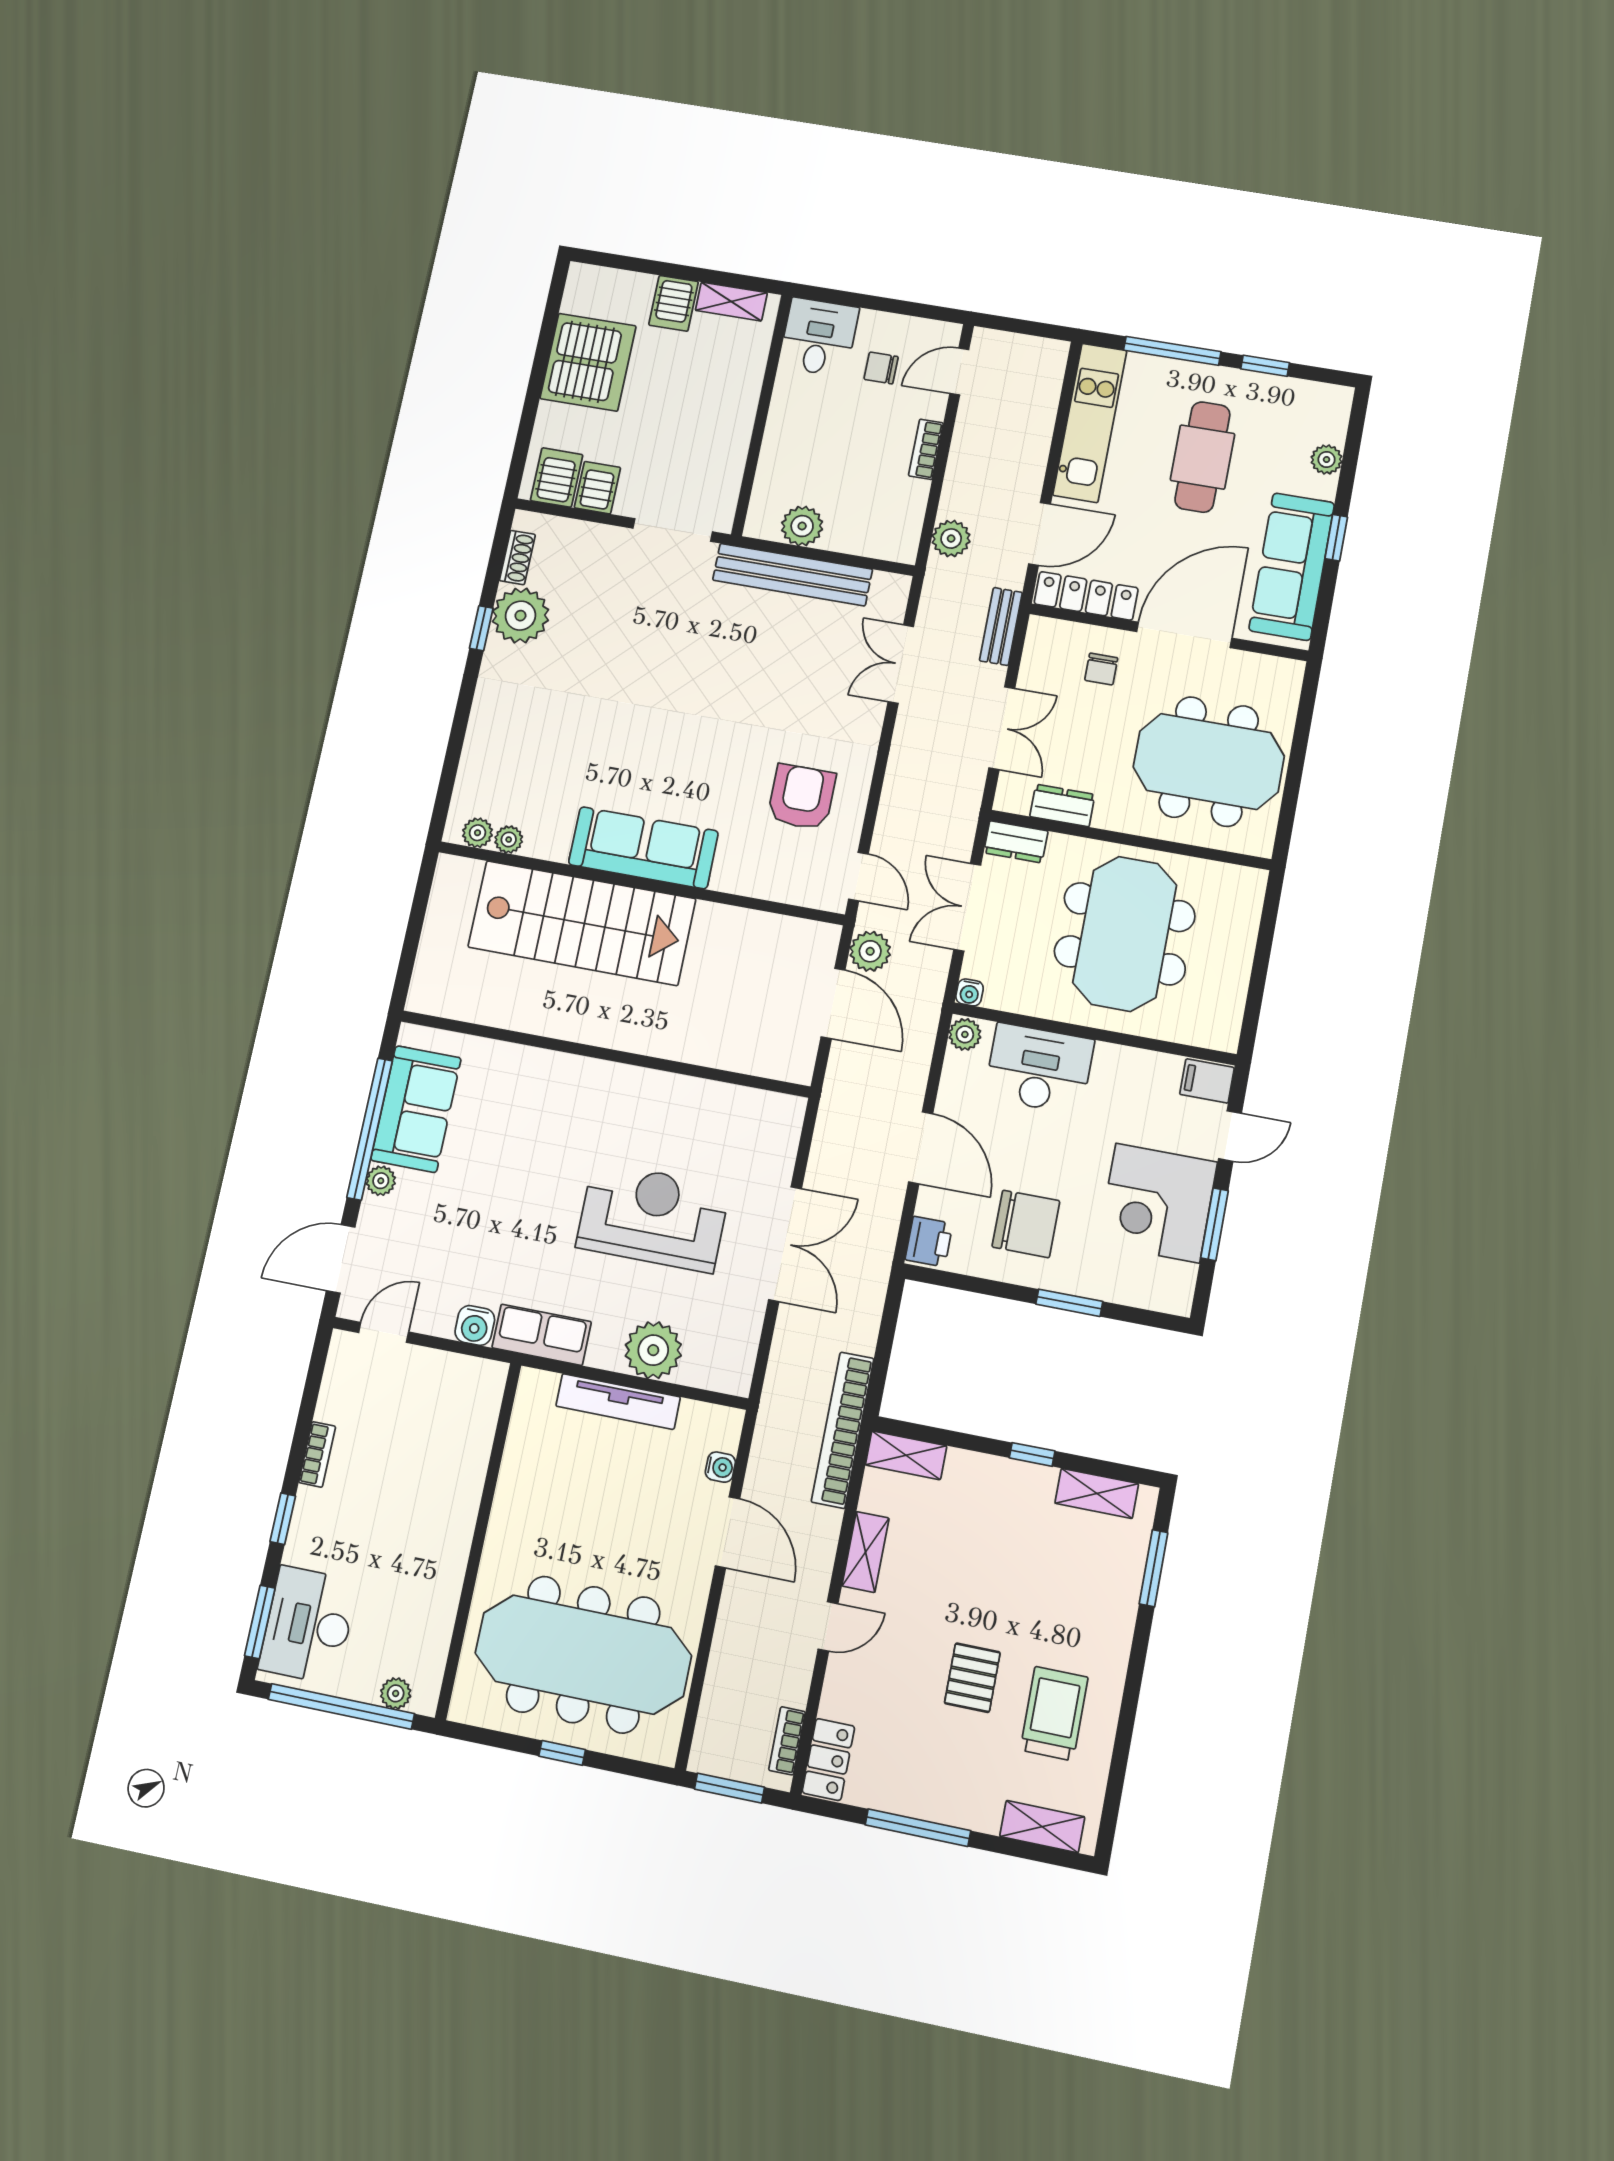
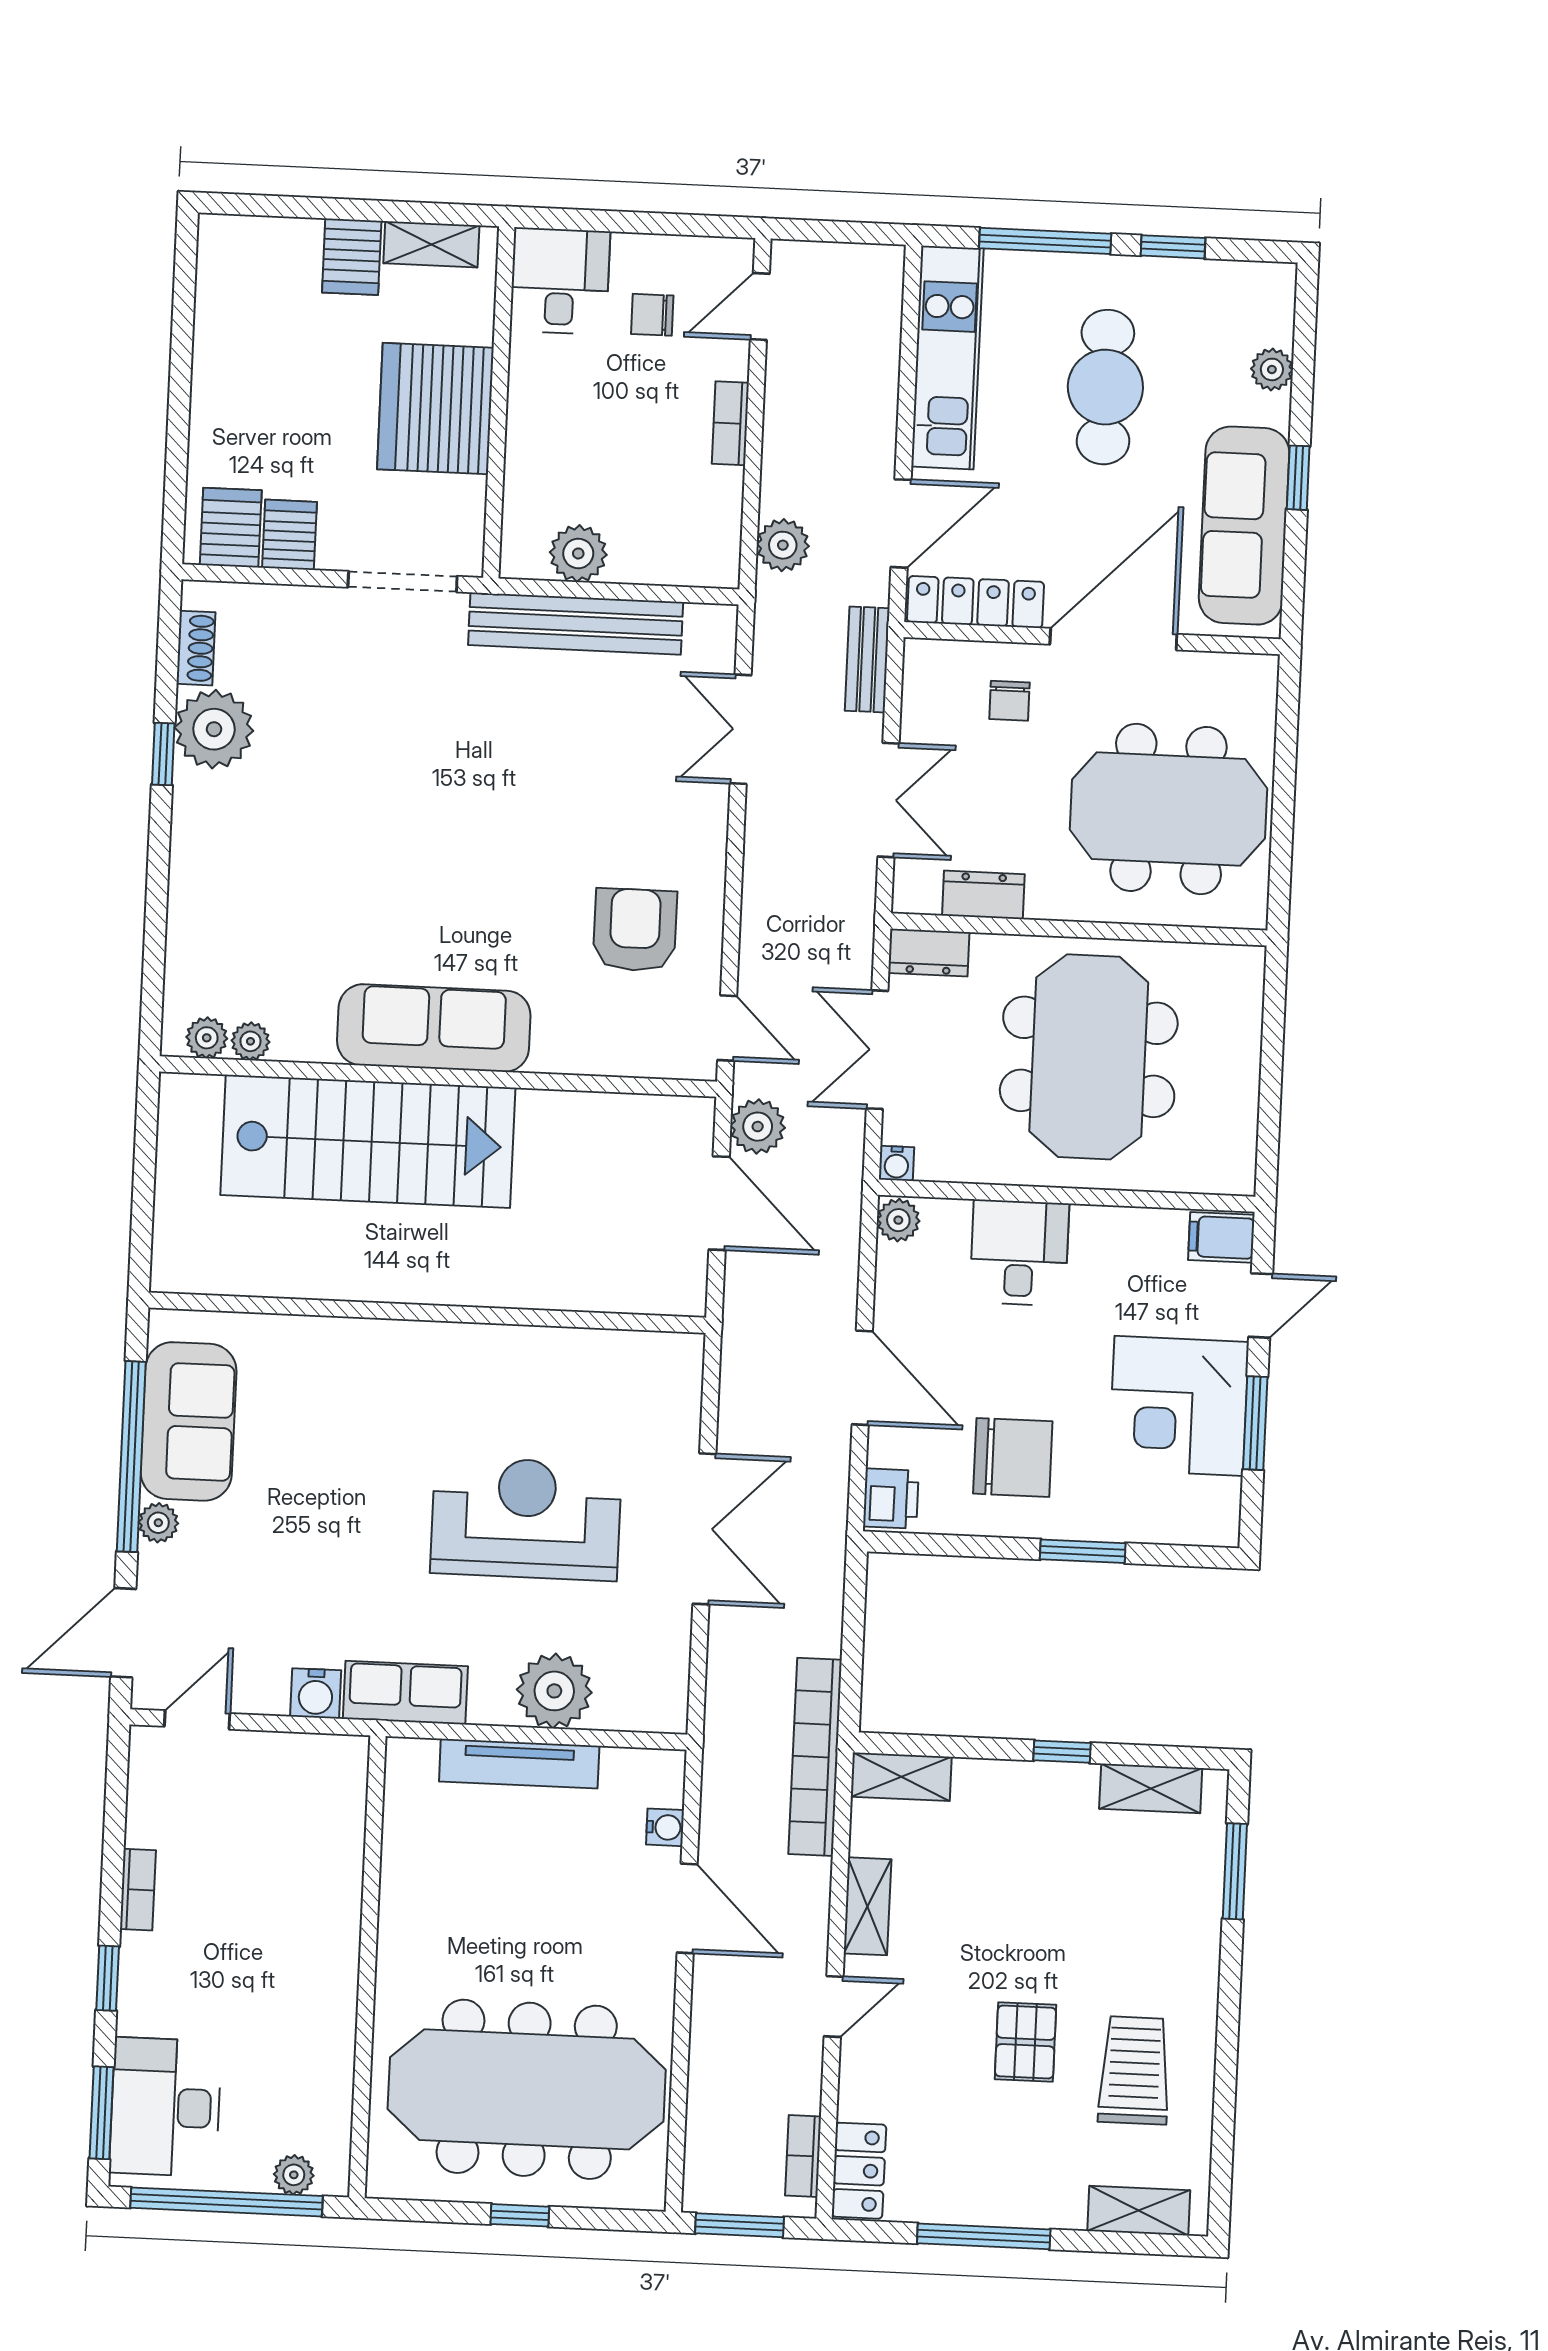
server rack: (588, 362) -> (435, 409), moved, turned 180
desk: (1039, 1069) -> (1019, 1253), width x0.73

